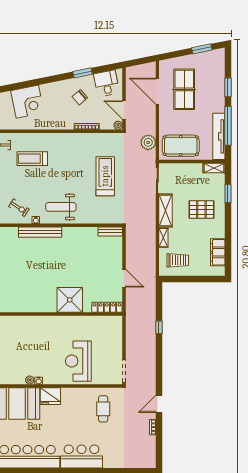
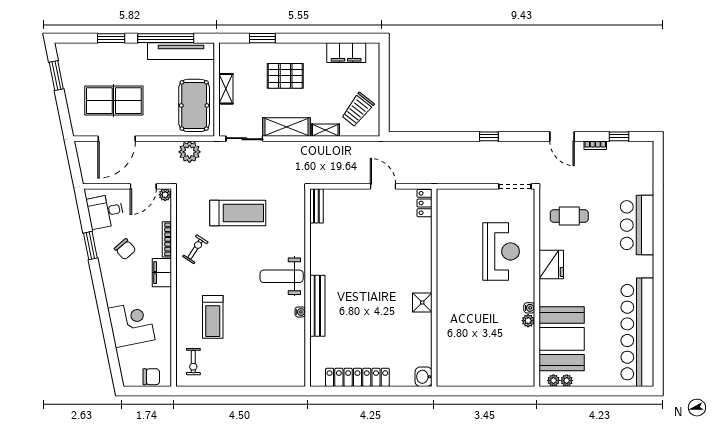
filing cabinet: (63, 123) -> (162, 273), added
shelving: (214, 168) -> (226, 89), moved
treadmill: (105, 176) -> (238, 213), turned 180
weight bench: (61, 207) -> (282, 276), turned 90
exercise bike: (19, 208) -> (195, 249), moved
pallet: (201, 210) -> (285, 76), turned 90
trolley: (178, 260) -> (358, 110), turned -142
door: (124, 278) -> (383, 186), hinge flipped
shower: (70, 300) -> (422, 302), moved, width x0.54, depth x0.54
locker: (107, 307) -> (424, 203), width x0.66
window: (159, 327) -> (489, 136), moved
reception desk: (78, 361) -> (501, 251), turned -90
fridge: (50, 396) -> (551, 264), moved
window: (159, 444) -> (619, 136), added
bar counter: (81, 456) -> (637, 225), moved

